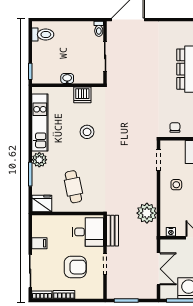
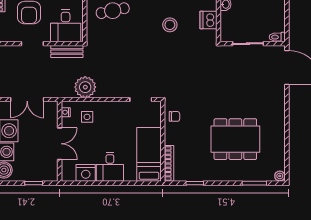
side table: (176, 185) -> (87, 117), moved

